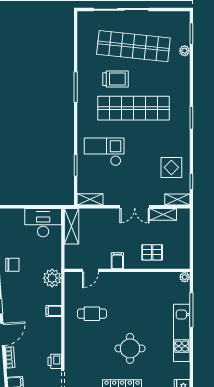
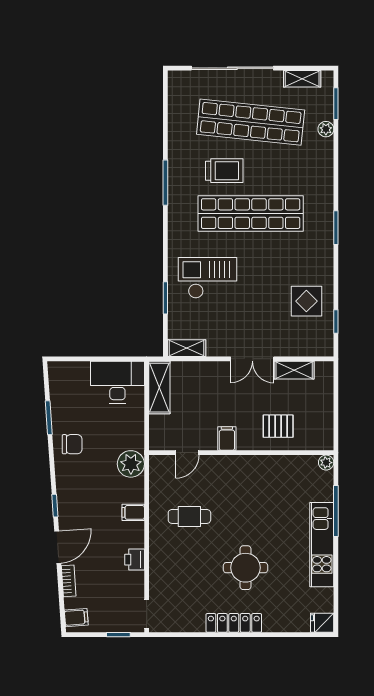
shelving: (177, 200) -> (302, 79), moved
printer: (55, 361) -> (135, 560), moved

